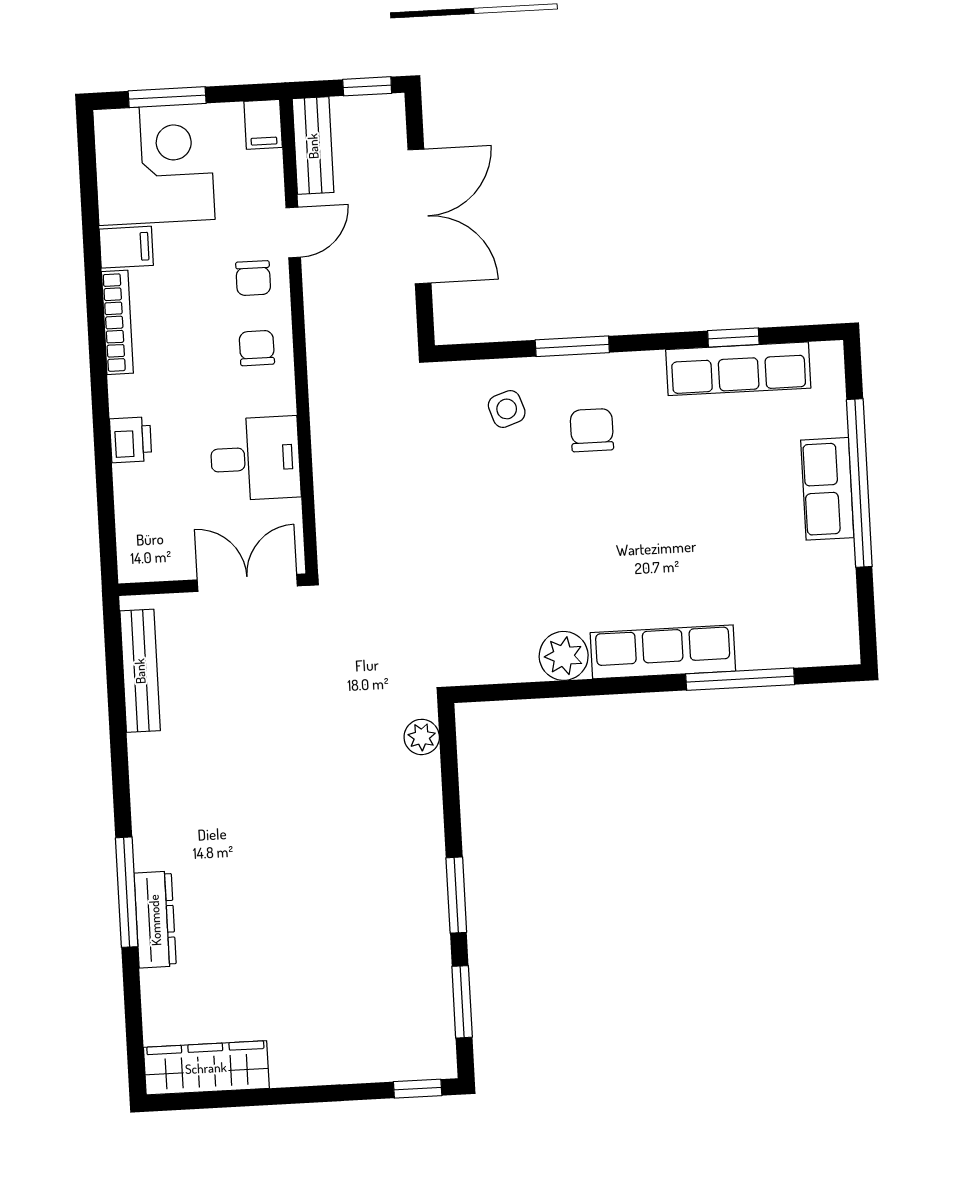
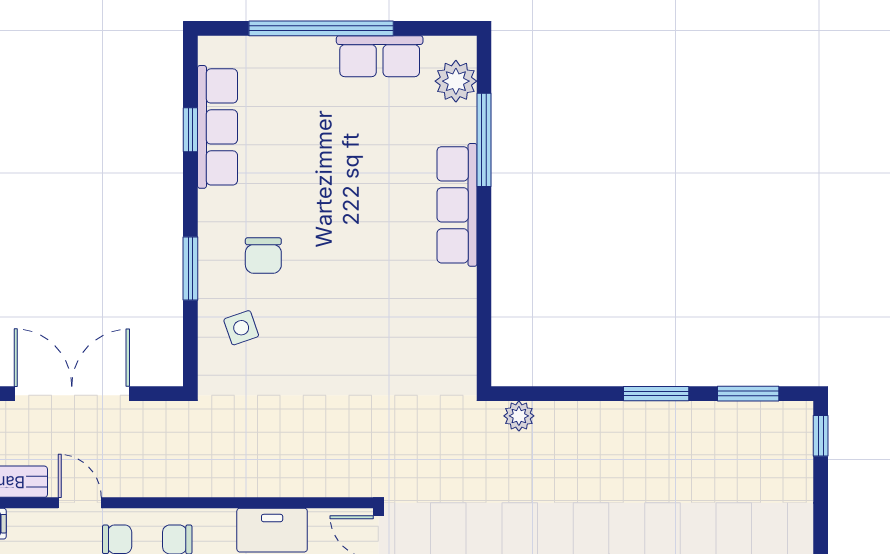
chair: (592, 430) -> (263, 256), turned -90
row of seats: (827, 489) -> (380, 56), moved
plant: (564, 656) -> (456, 81), moved

